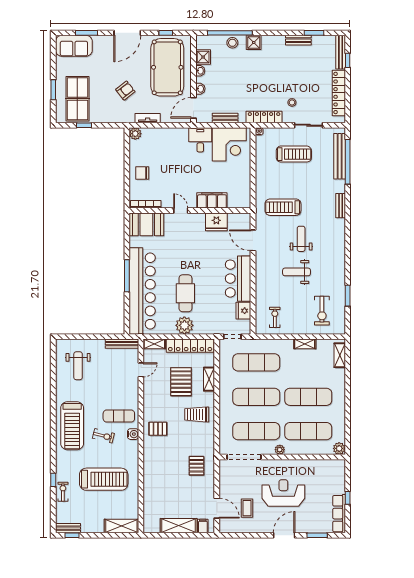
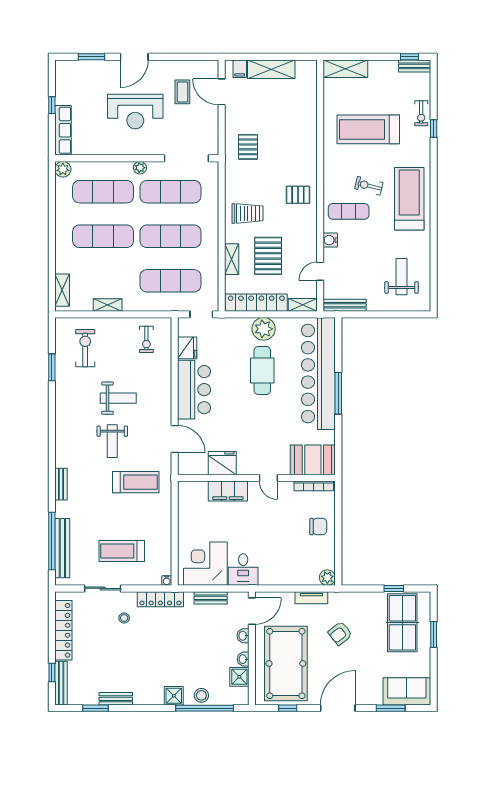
water cooler: (133, 434) -> (330, 240), moved
row of seats: (339, 514) -> (63, 130), moved

